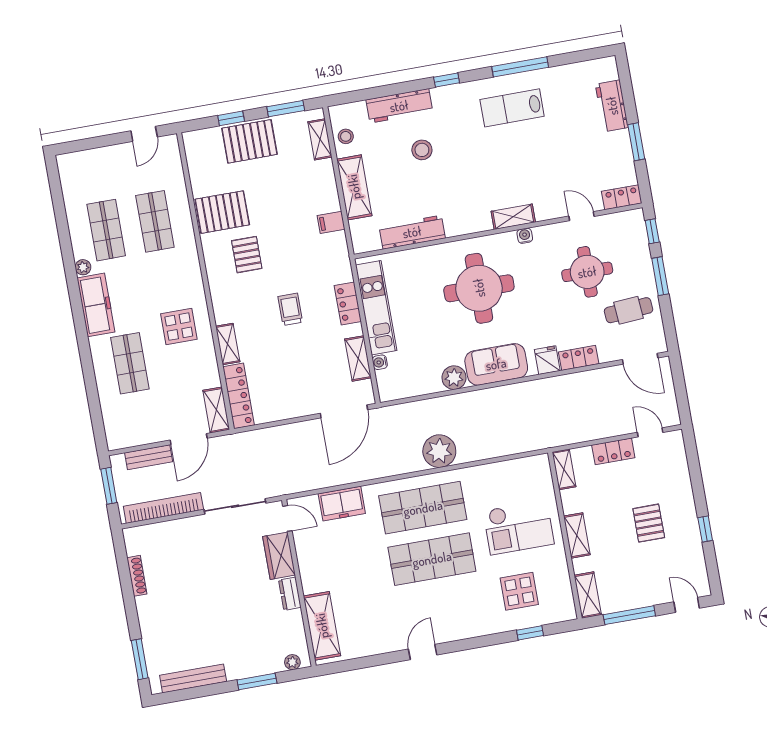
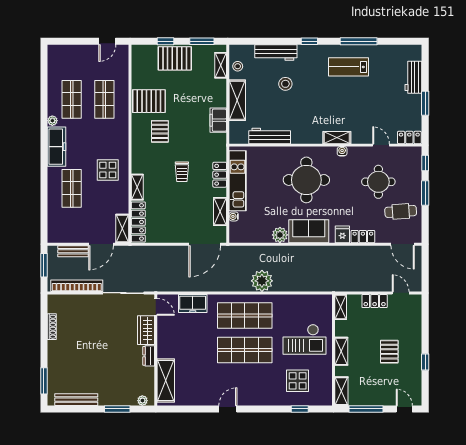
filing cabinet: (331, 222) -> (218, 120), width x2.00
trolley: (290, 309) -> (182, 172), turned 180

